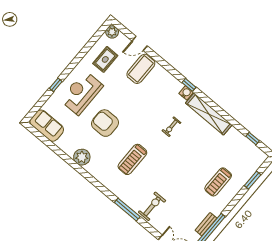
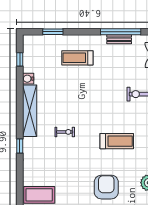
water cooler: (186, 93) -> (28, 79), moved
armchair: (105, 123) -> (106, 187), turned 180
treadmill: (218, 182) -> (77, 58), turned 180

